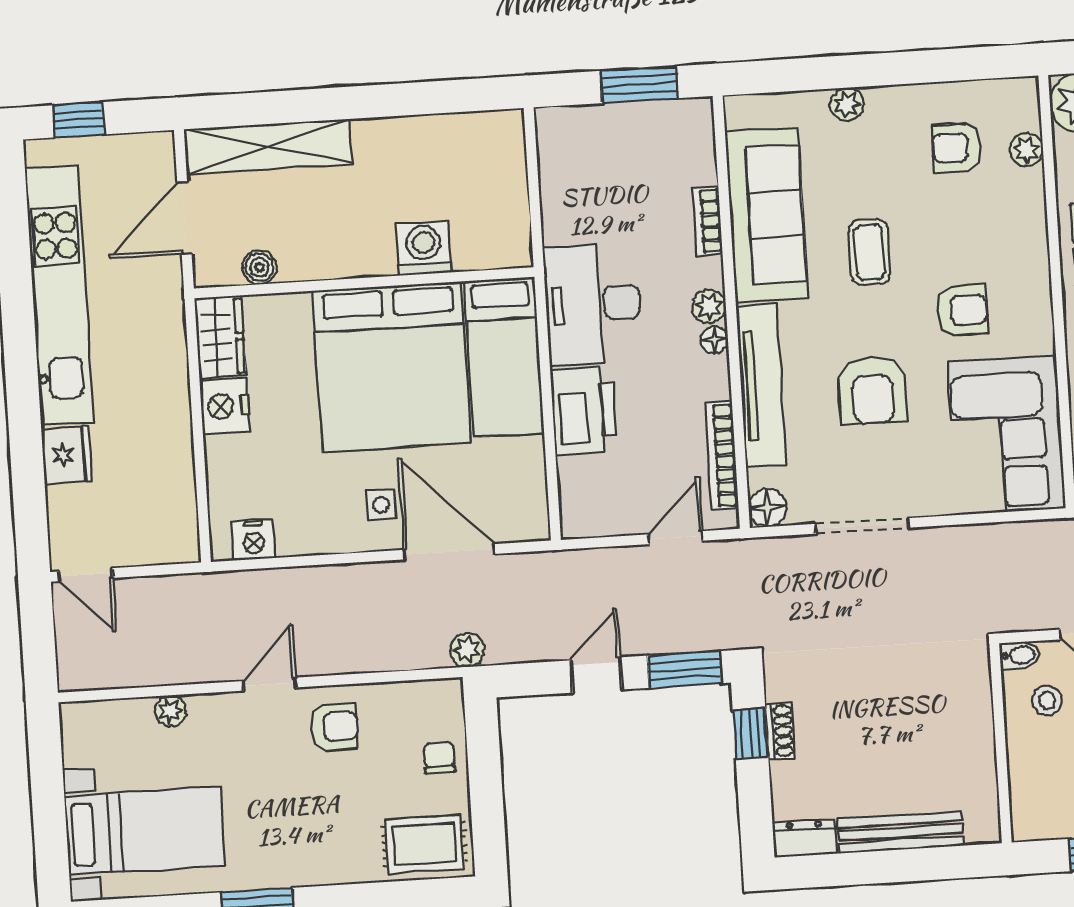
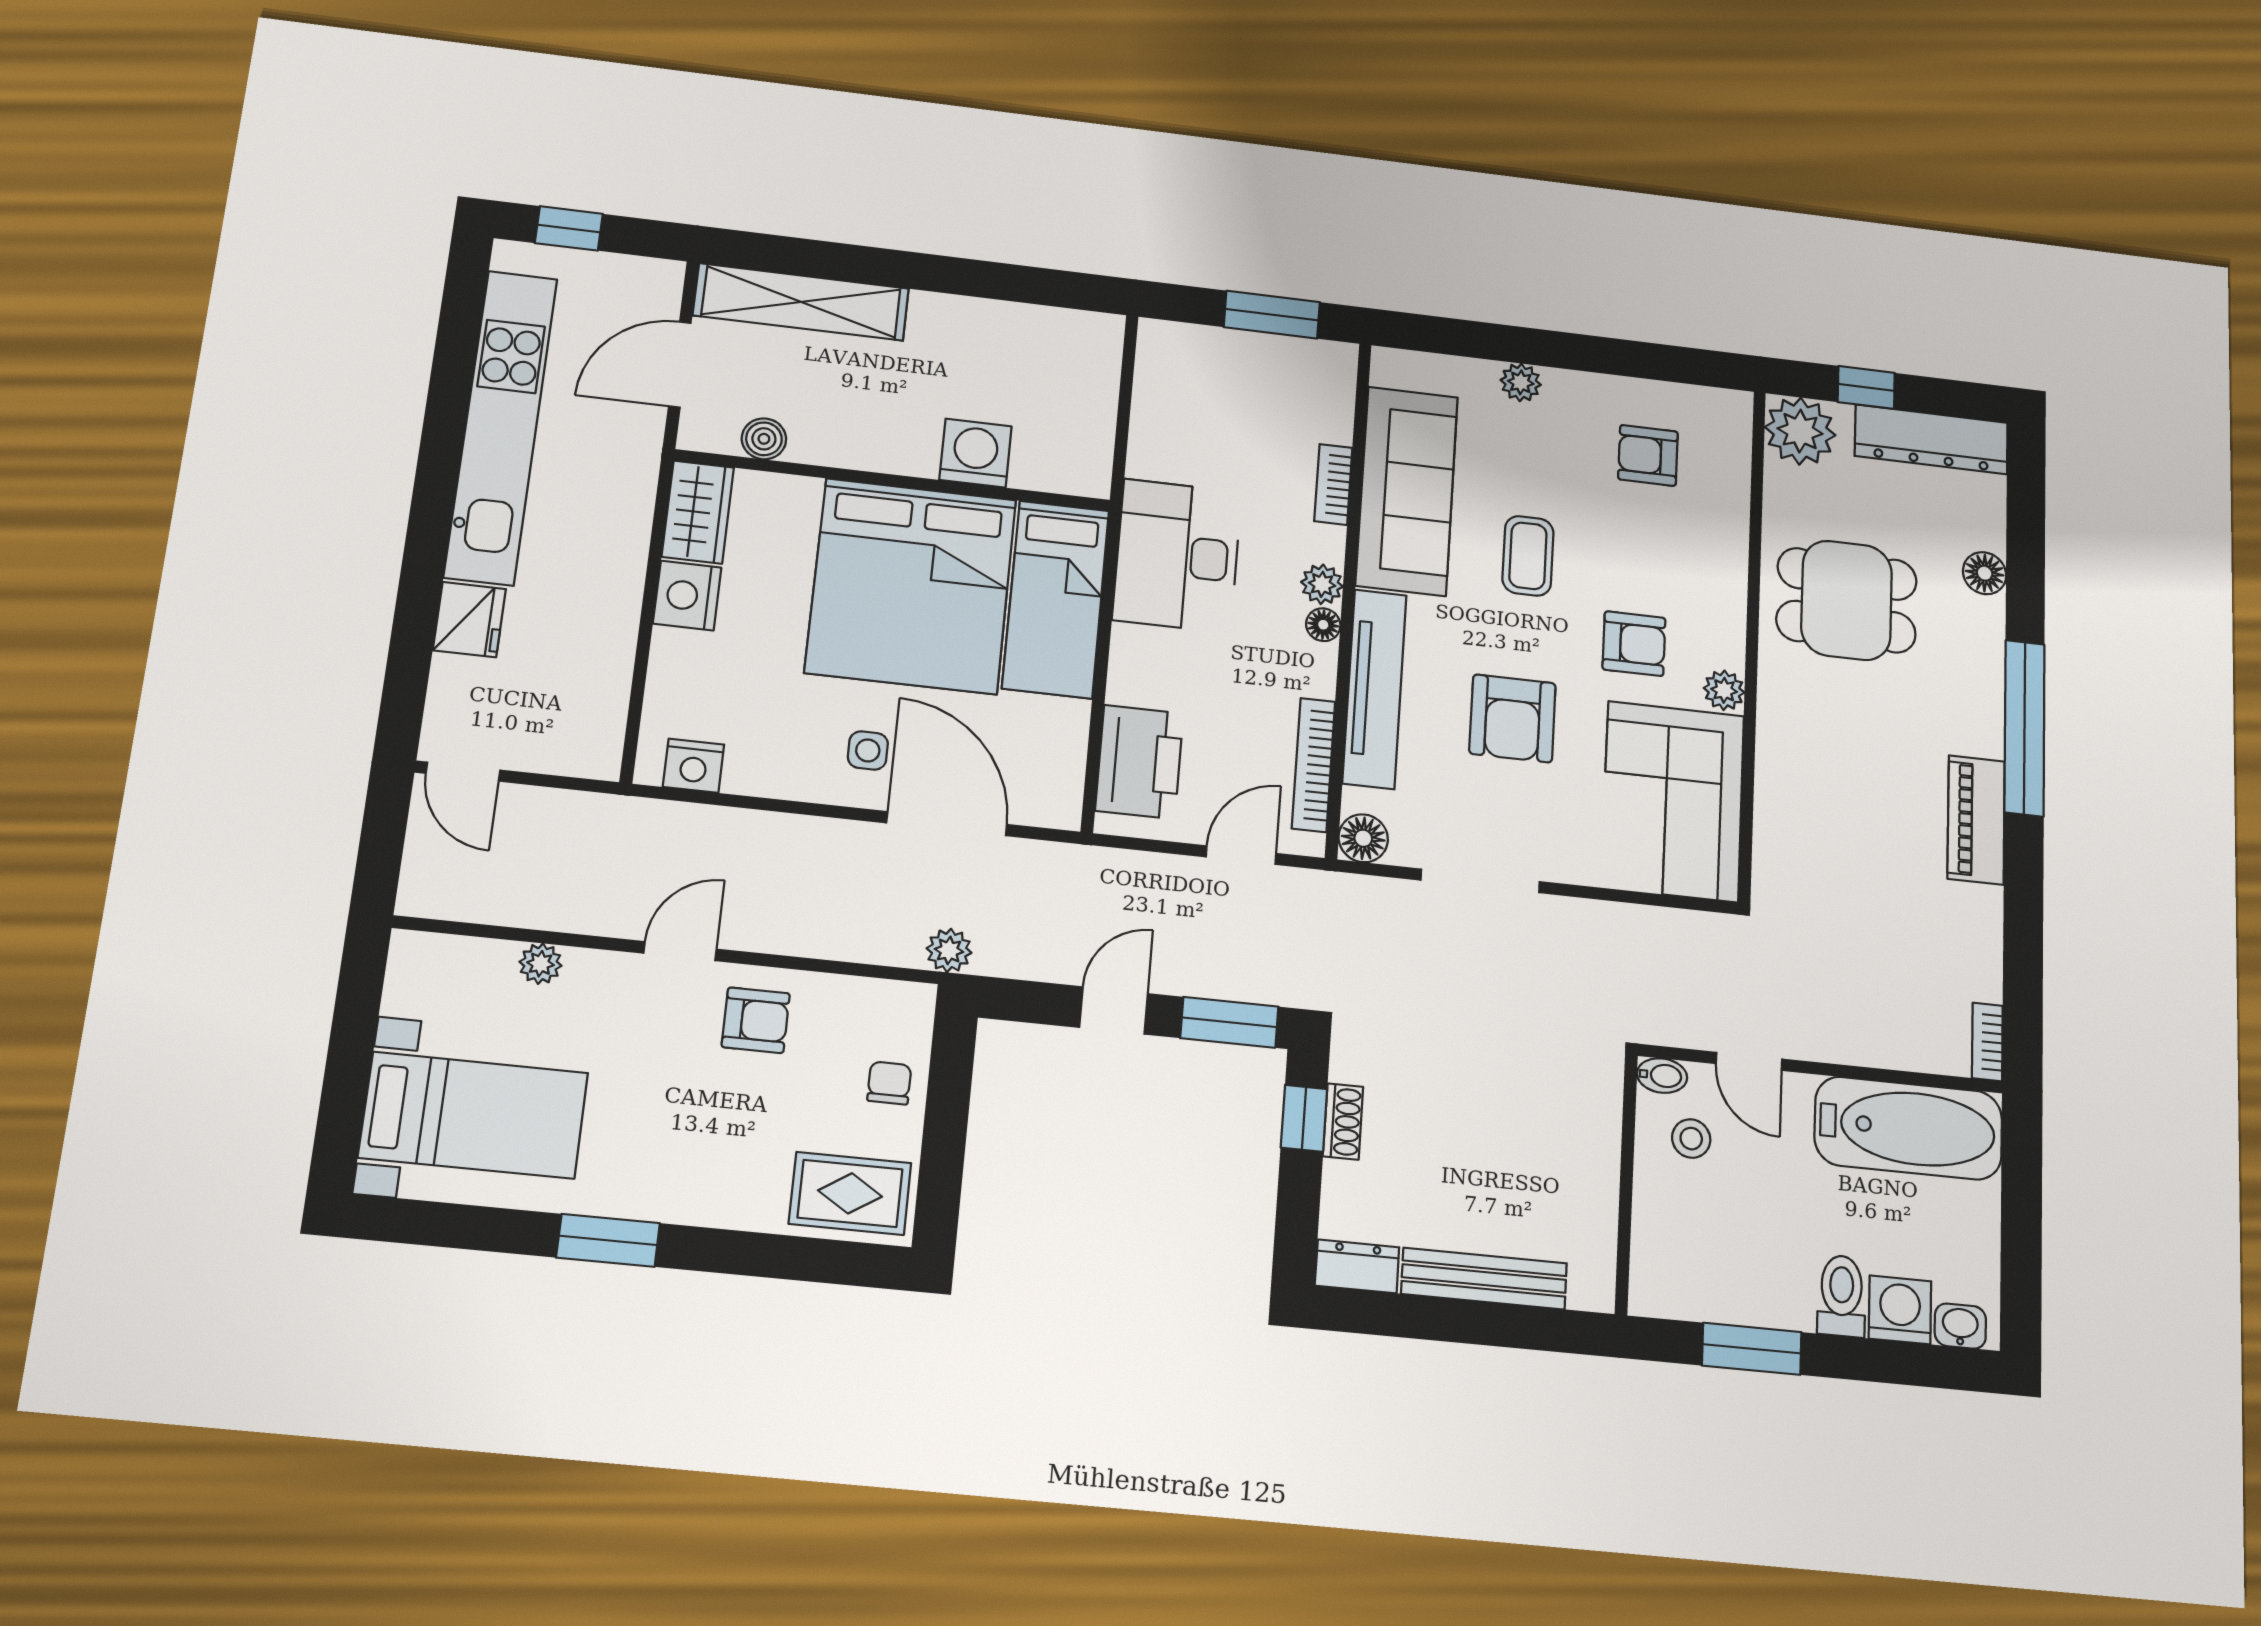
plant: (1026, 150) -> (1724, 690), moved
printer: (584, 411) -> (1139, 762), moved

